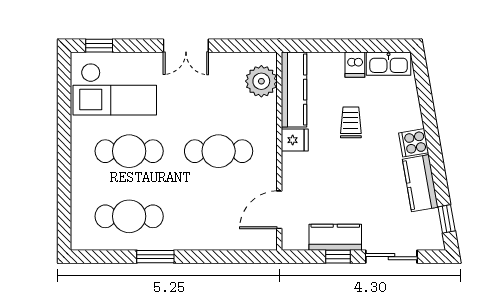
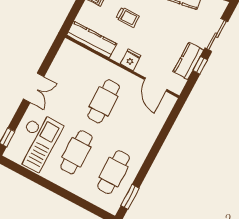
plant: (261, 81) -> (77, 56), removed
trolley: (351, 122) -> (128, 17), turned 180
fridge: (295, 140) -> (131, 60), moved
window: (155, 257) -> (130, 197), moved

